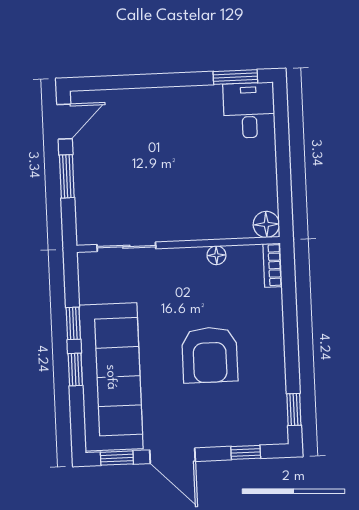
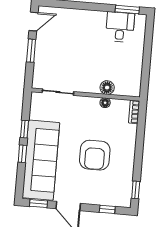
desk: (249, 110) -> (120, 27), moved
floor lamp: (266, 224) -> (107, 88), moved

